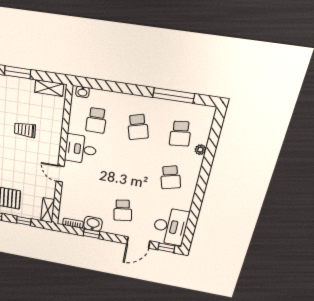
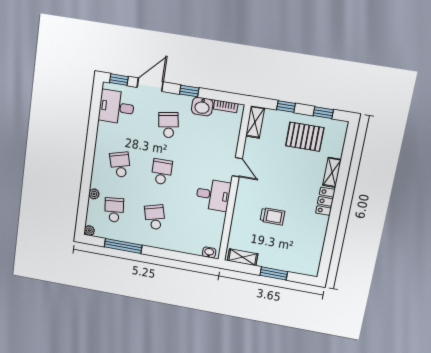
plant: (210, 111) -> (89, 231), added
school desk: (96, 120) -> (162, 172), moved
desk: (170, 227) -> (116, 107), width x0.73
window: (91, 234) -> (189, 91), moved

